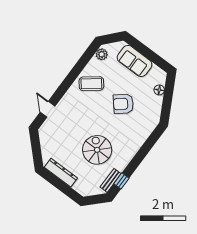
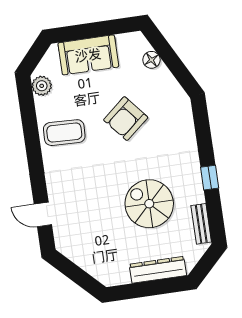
coffee table: (91, 84) -> (64, 133), turned 40
dresser: (61, 173) -> (158, 270), moved
window: (121, 181) -> (210, 178), moved

